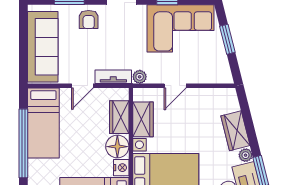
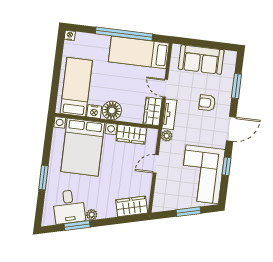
armchair: (89, 19) -> (207, 103), moved
sofa: (43, 47) -> (201, 60), width x0.73
door: (175, 86) -> (156, 164), hinge flipped
wardrobe: (119, 117) -> (153, 111), moved, turned -90
wardrobe: (235, 131) -> (132, 206), moved

